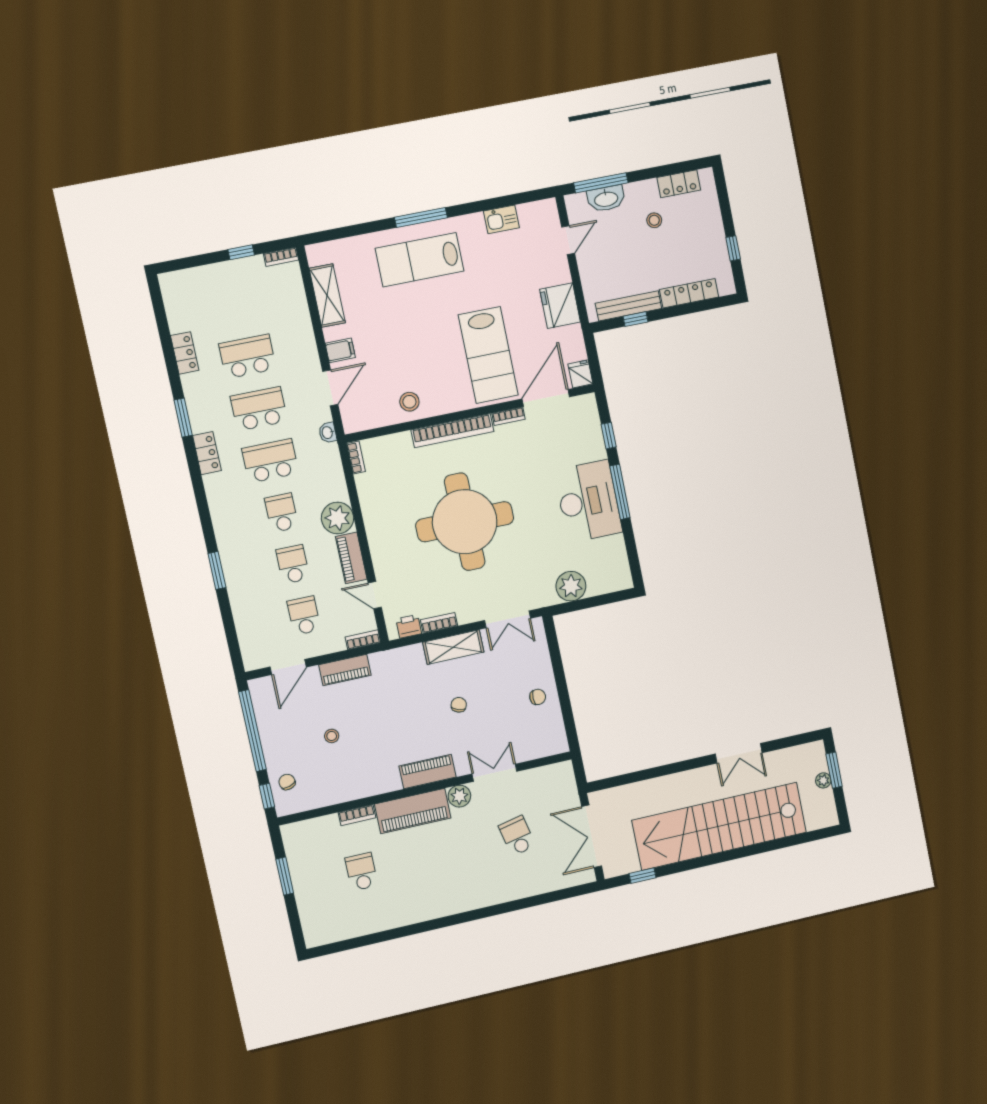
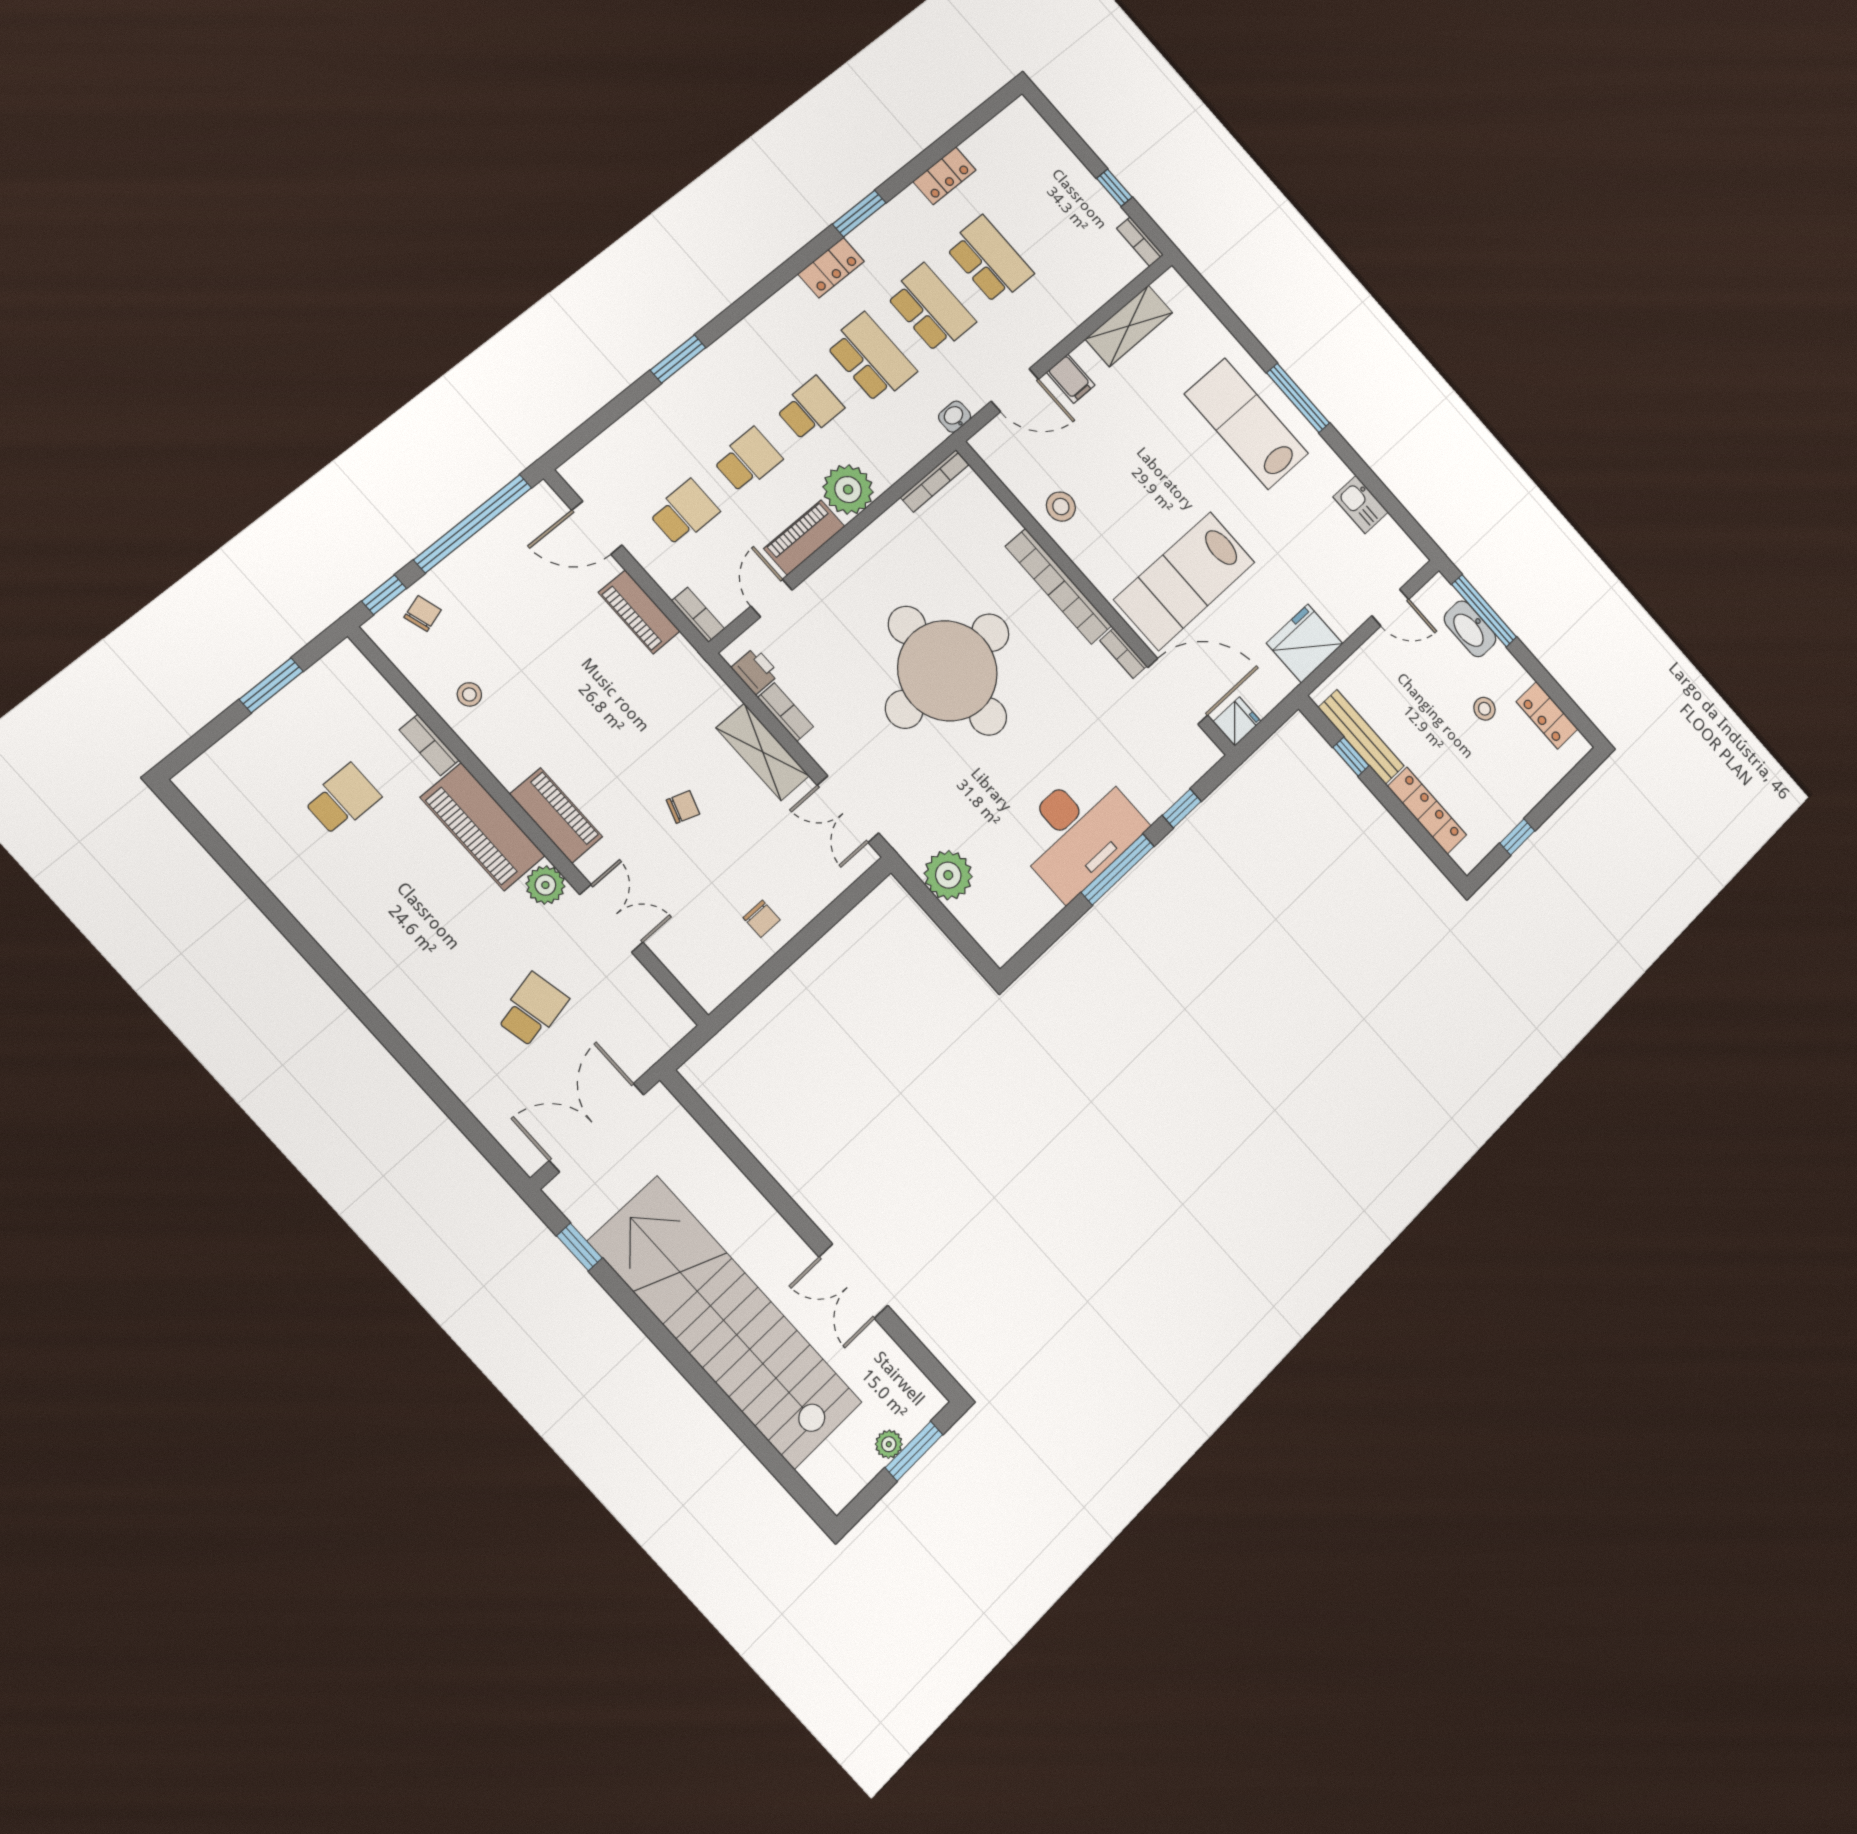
bookcase: (356, 457) -> (935, 481), width x1.56
stool: (332, 736) -> (469, 694), moved

